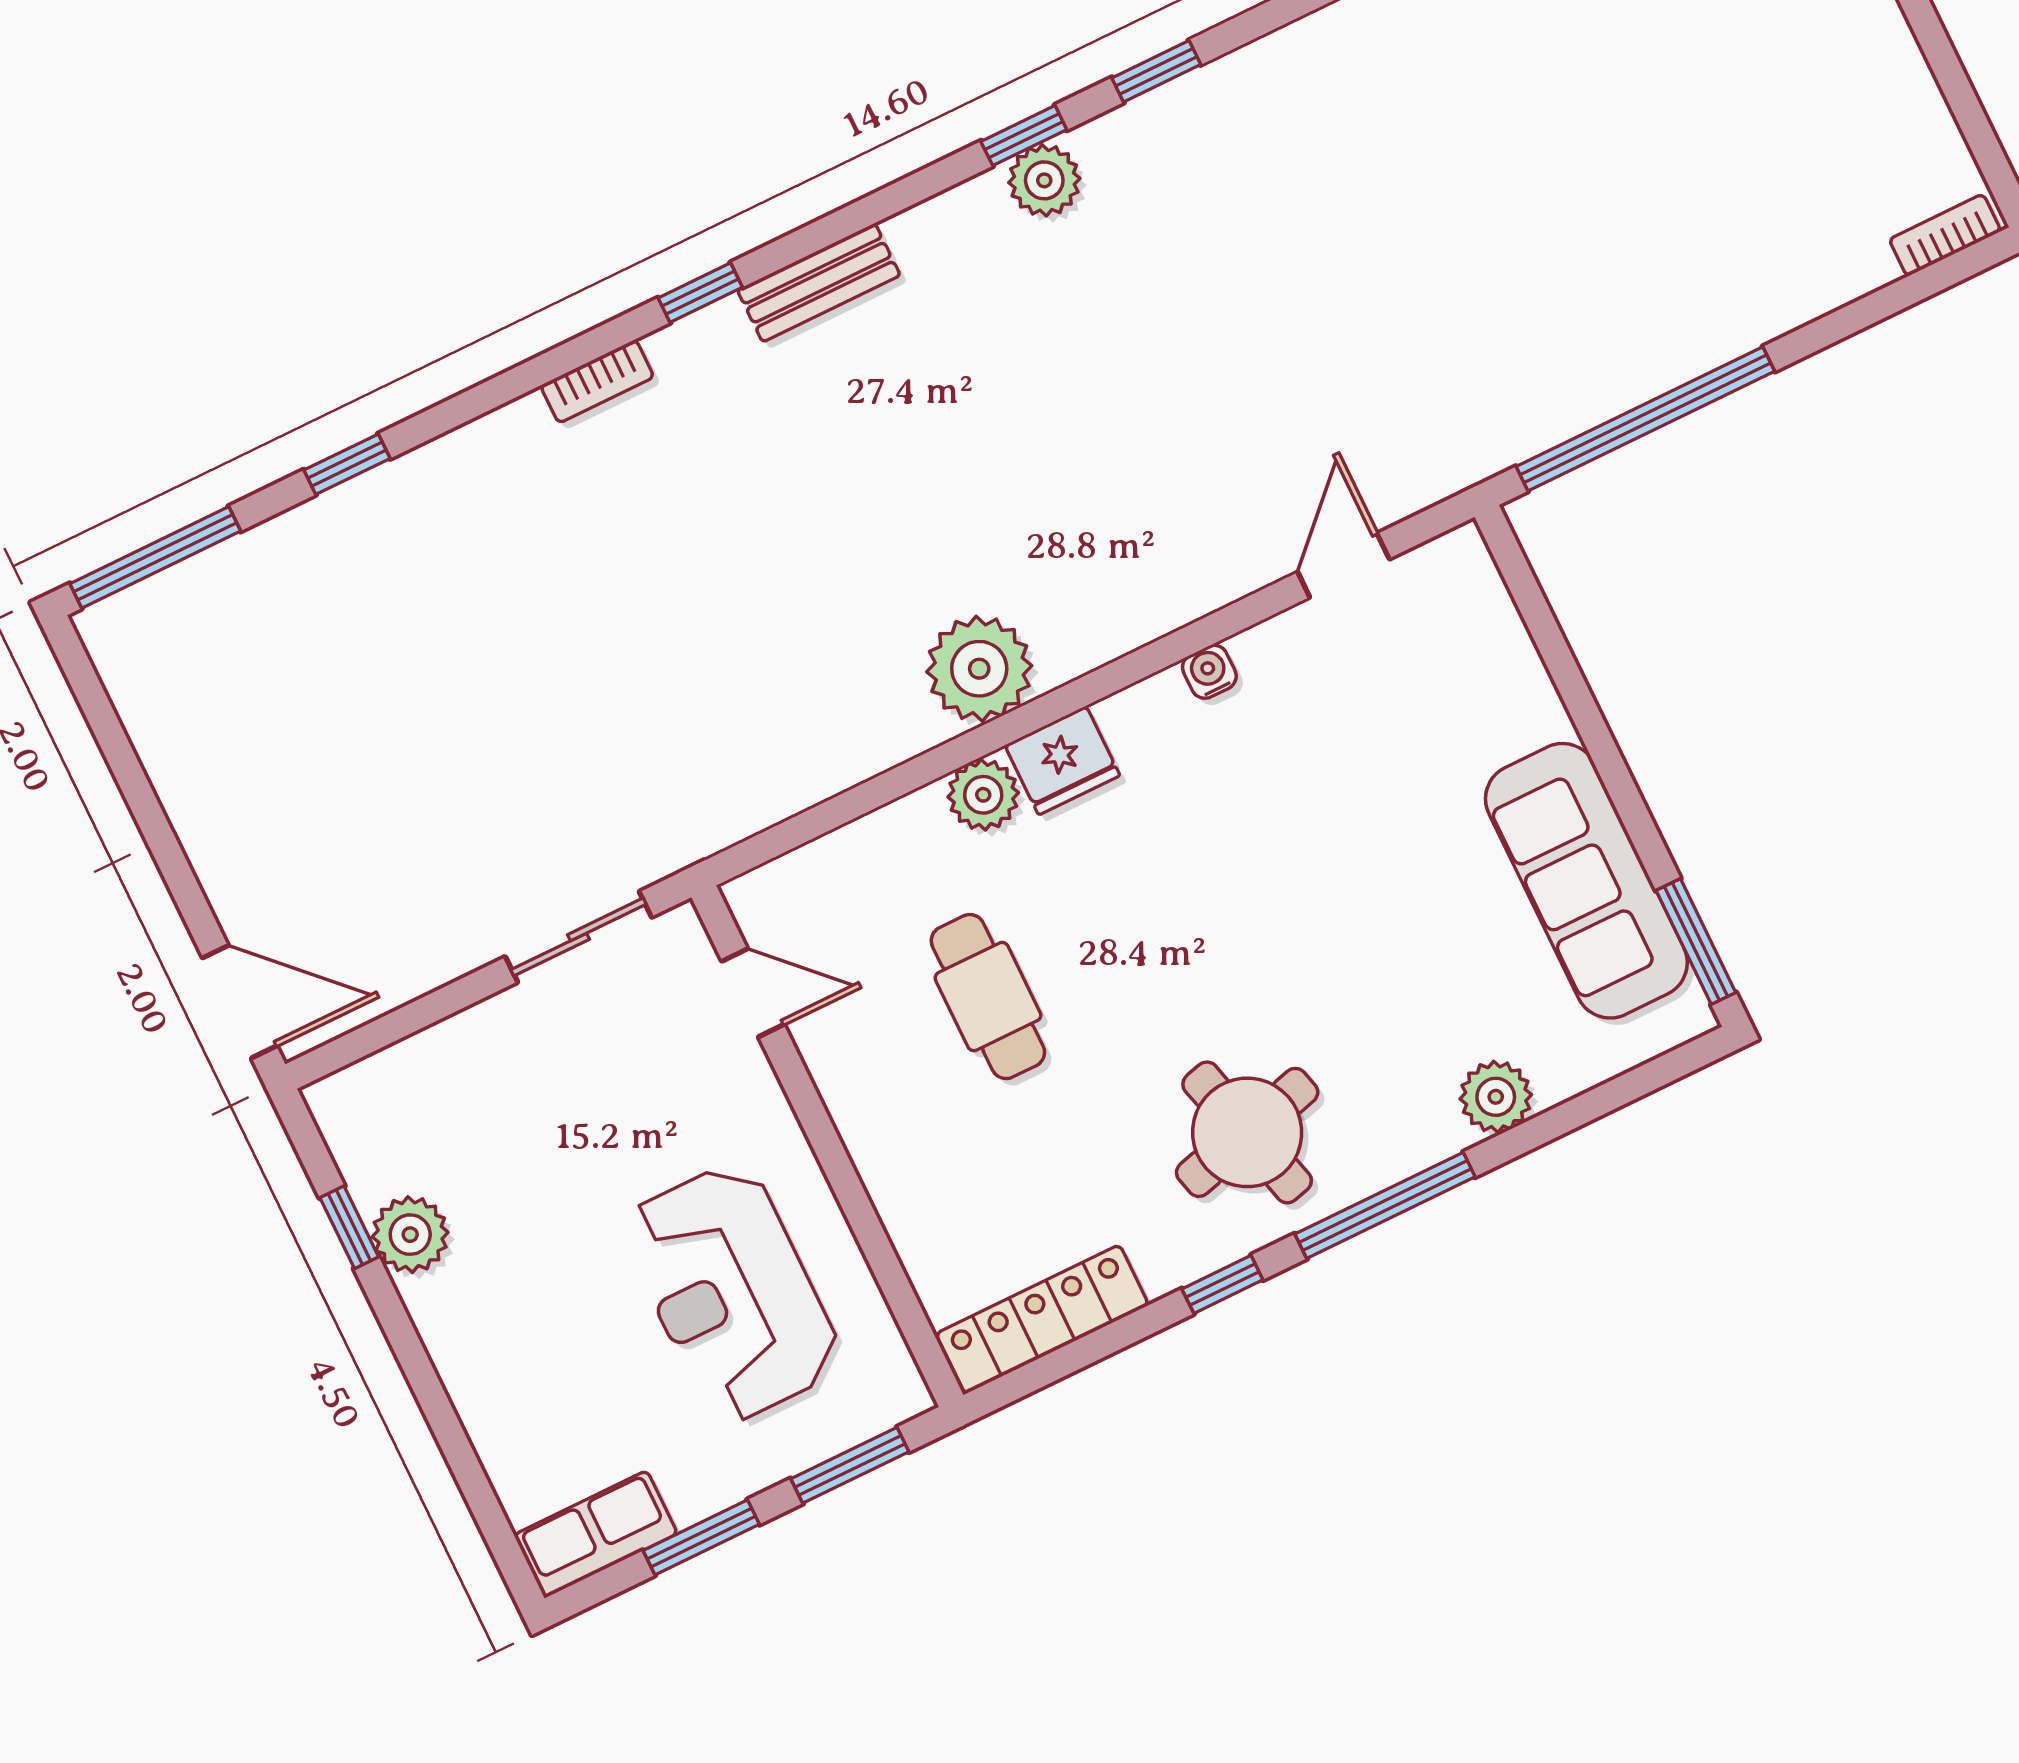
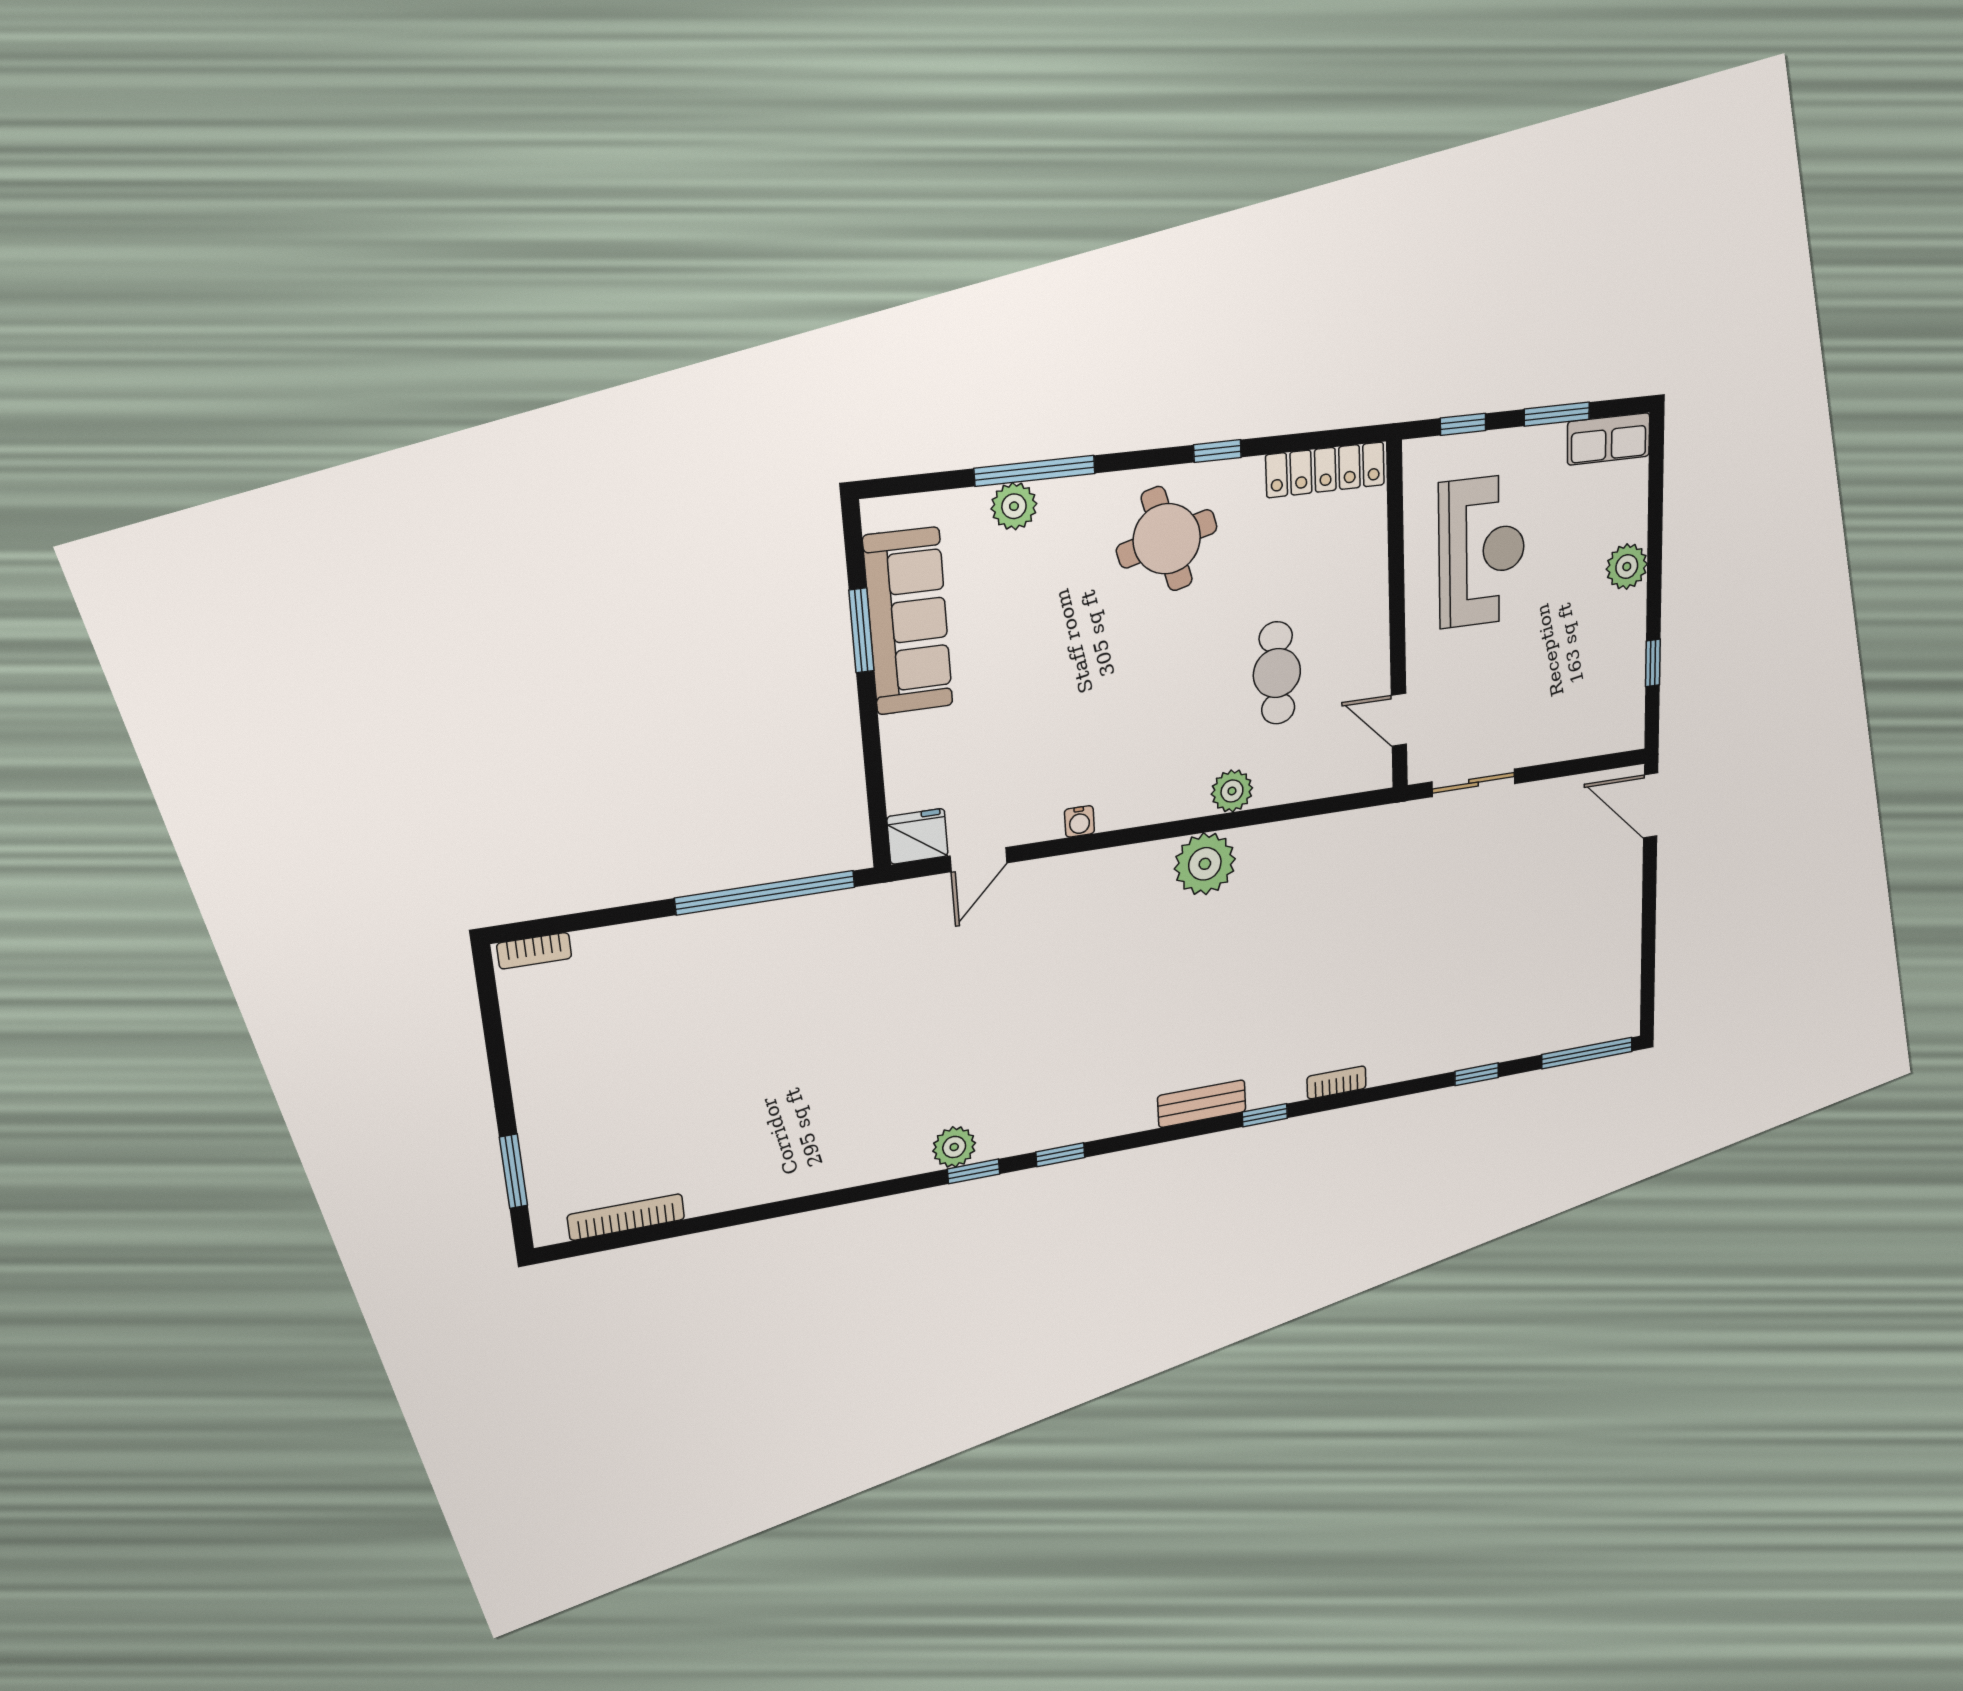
plant: (1044, 180) -> (954, 1147), moved
fridge: (1062, 760) -> (917, 836), moved
window: (1696, 942) -> (861, 631), moved
window: (1385, 1205) -> (1035, 471), moved
plant: (410, 1235) -> (1627, 567), moved
window: (850, 1465) -> (1463, 424), width x0.67

